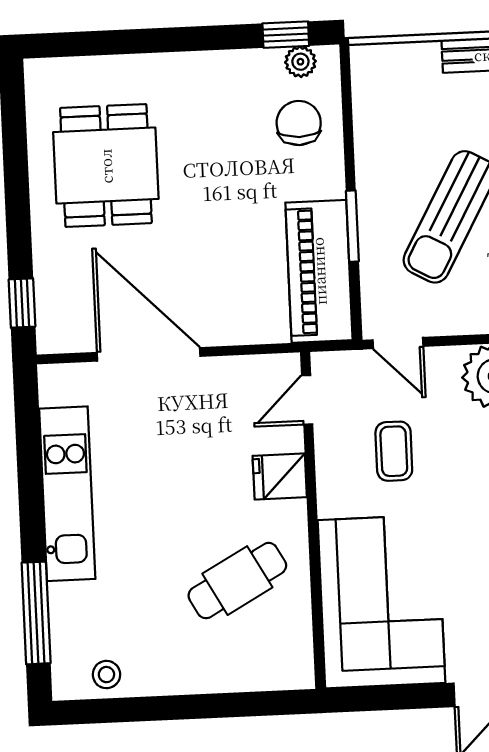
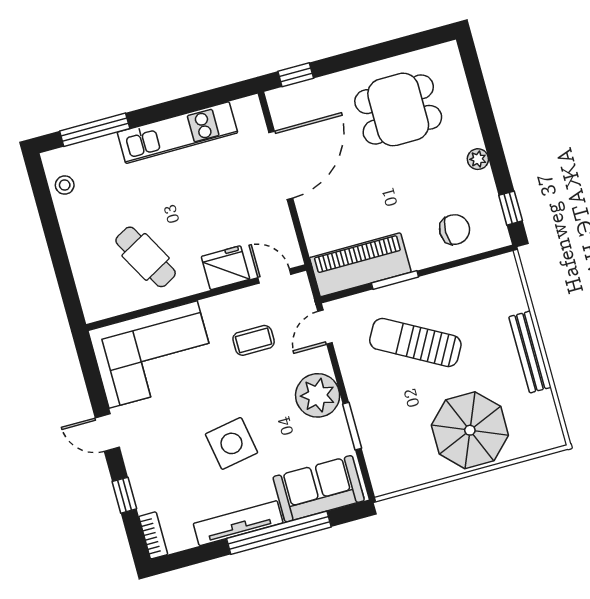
plant: (300, 62) -> (478, 159), moved
fridge: (280, 476) -> (226, 268), width x1.38

